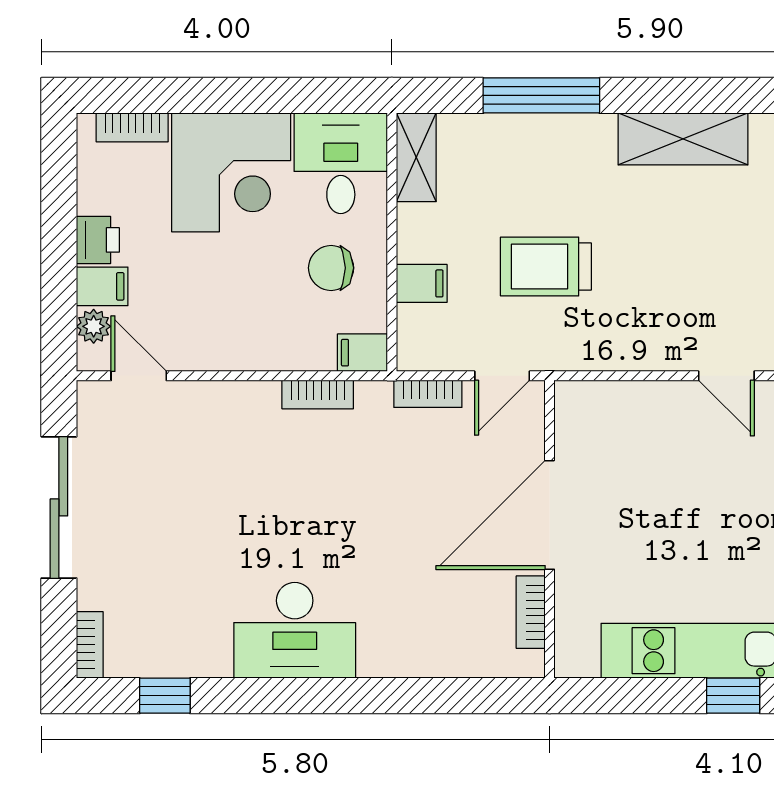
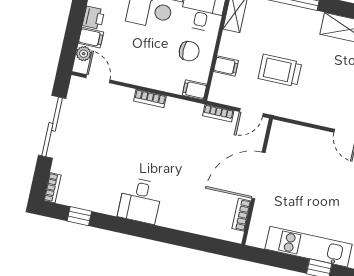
chair: (331, 268) -> (189, 51), turned 180
bookcase: (318, 395) -> (150, 98), moved
desk: (295, 630) -> (140, 201), width x0.73

